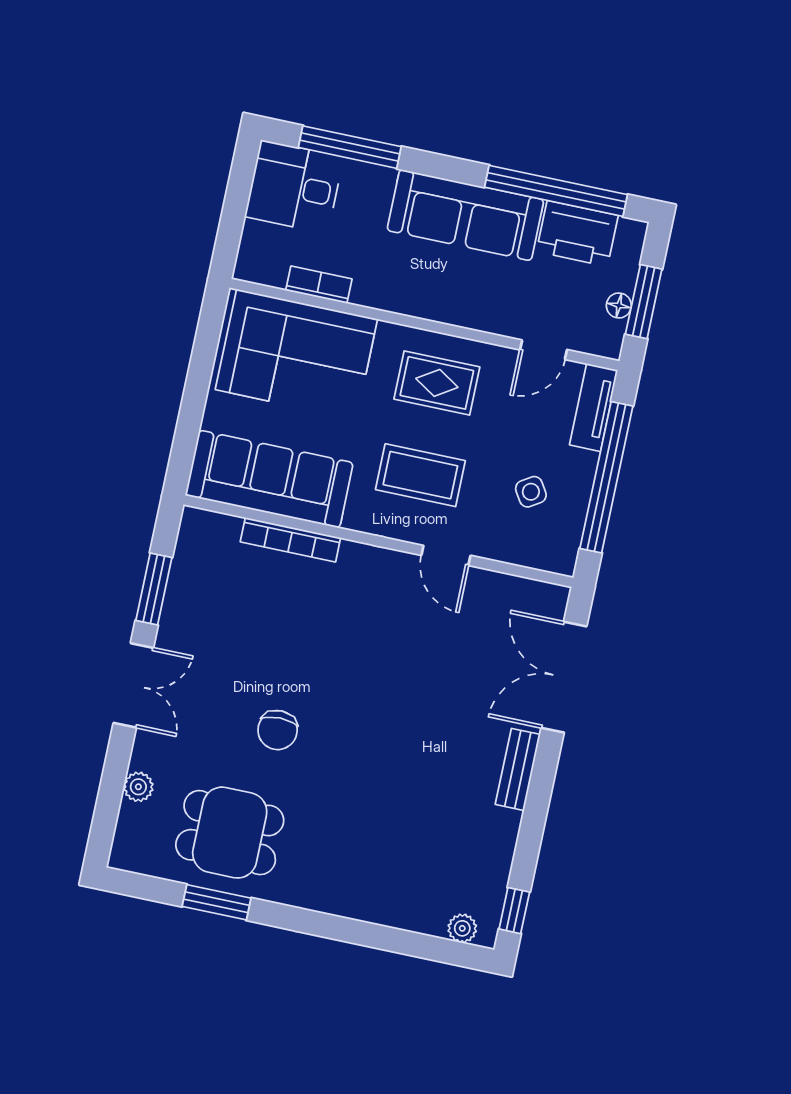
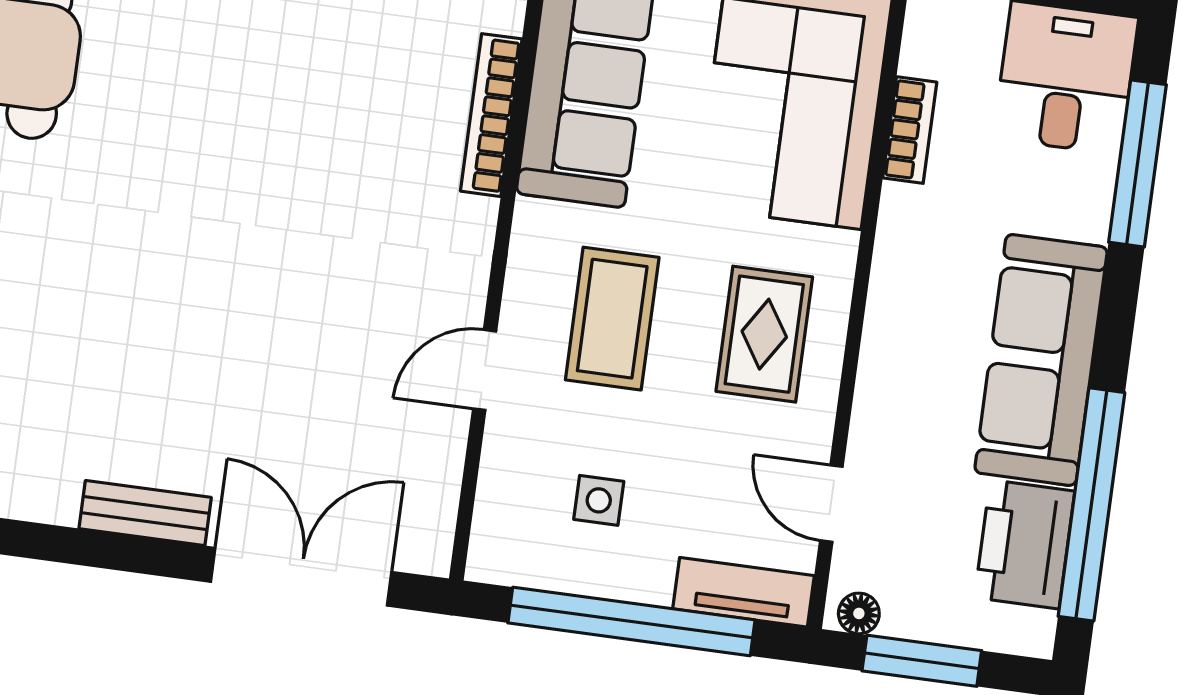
floor lamp: (619, 306) -> (859, 613), moved
side table: (531, 492) -> (599, 500), turned 32
chair: (278, 730) -> (180, 117), removed

